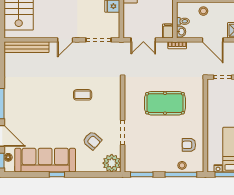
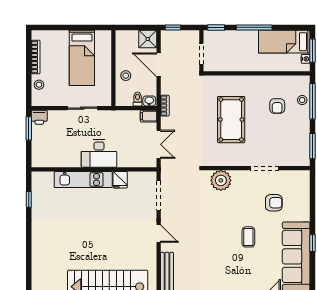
door: (213, 40) -> (159, 65), swing flipped
coffee table: (83, 95) -> (248, 237), moved
armchair: (92, 141) -> (274, 203), turned 49
armchair: (189, 145) -> (277, 106), moved
plant: (112, 163) -> (221, 180), moved

